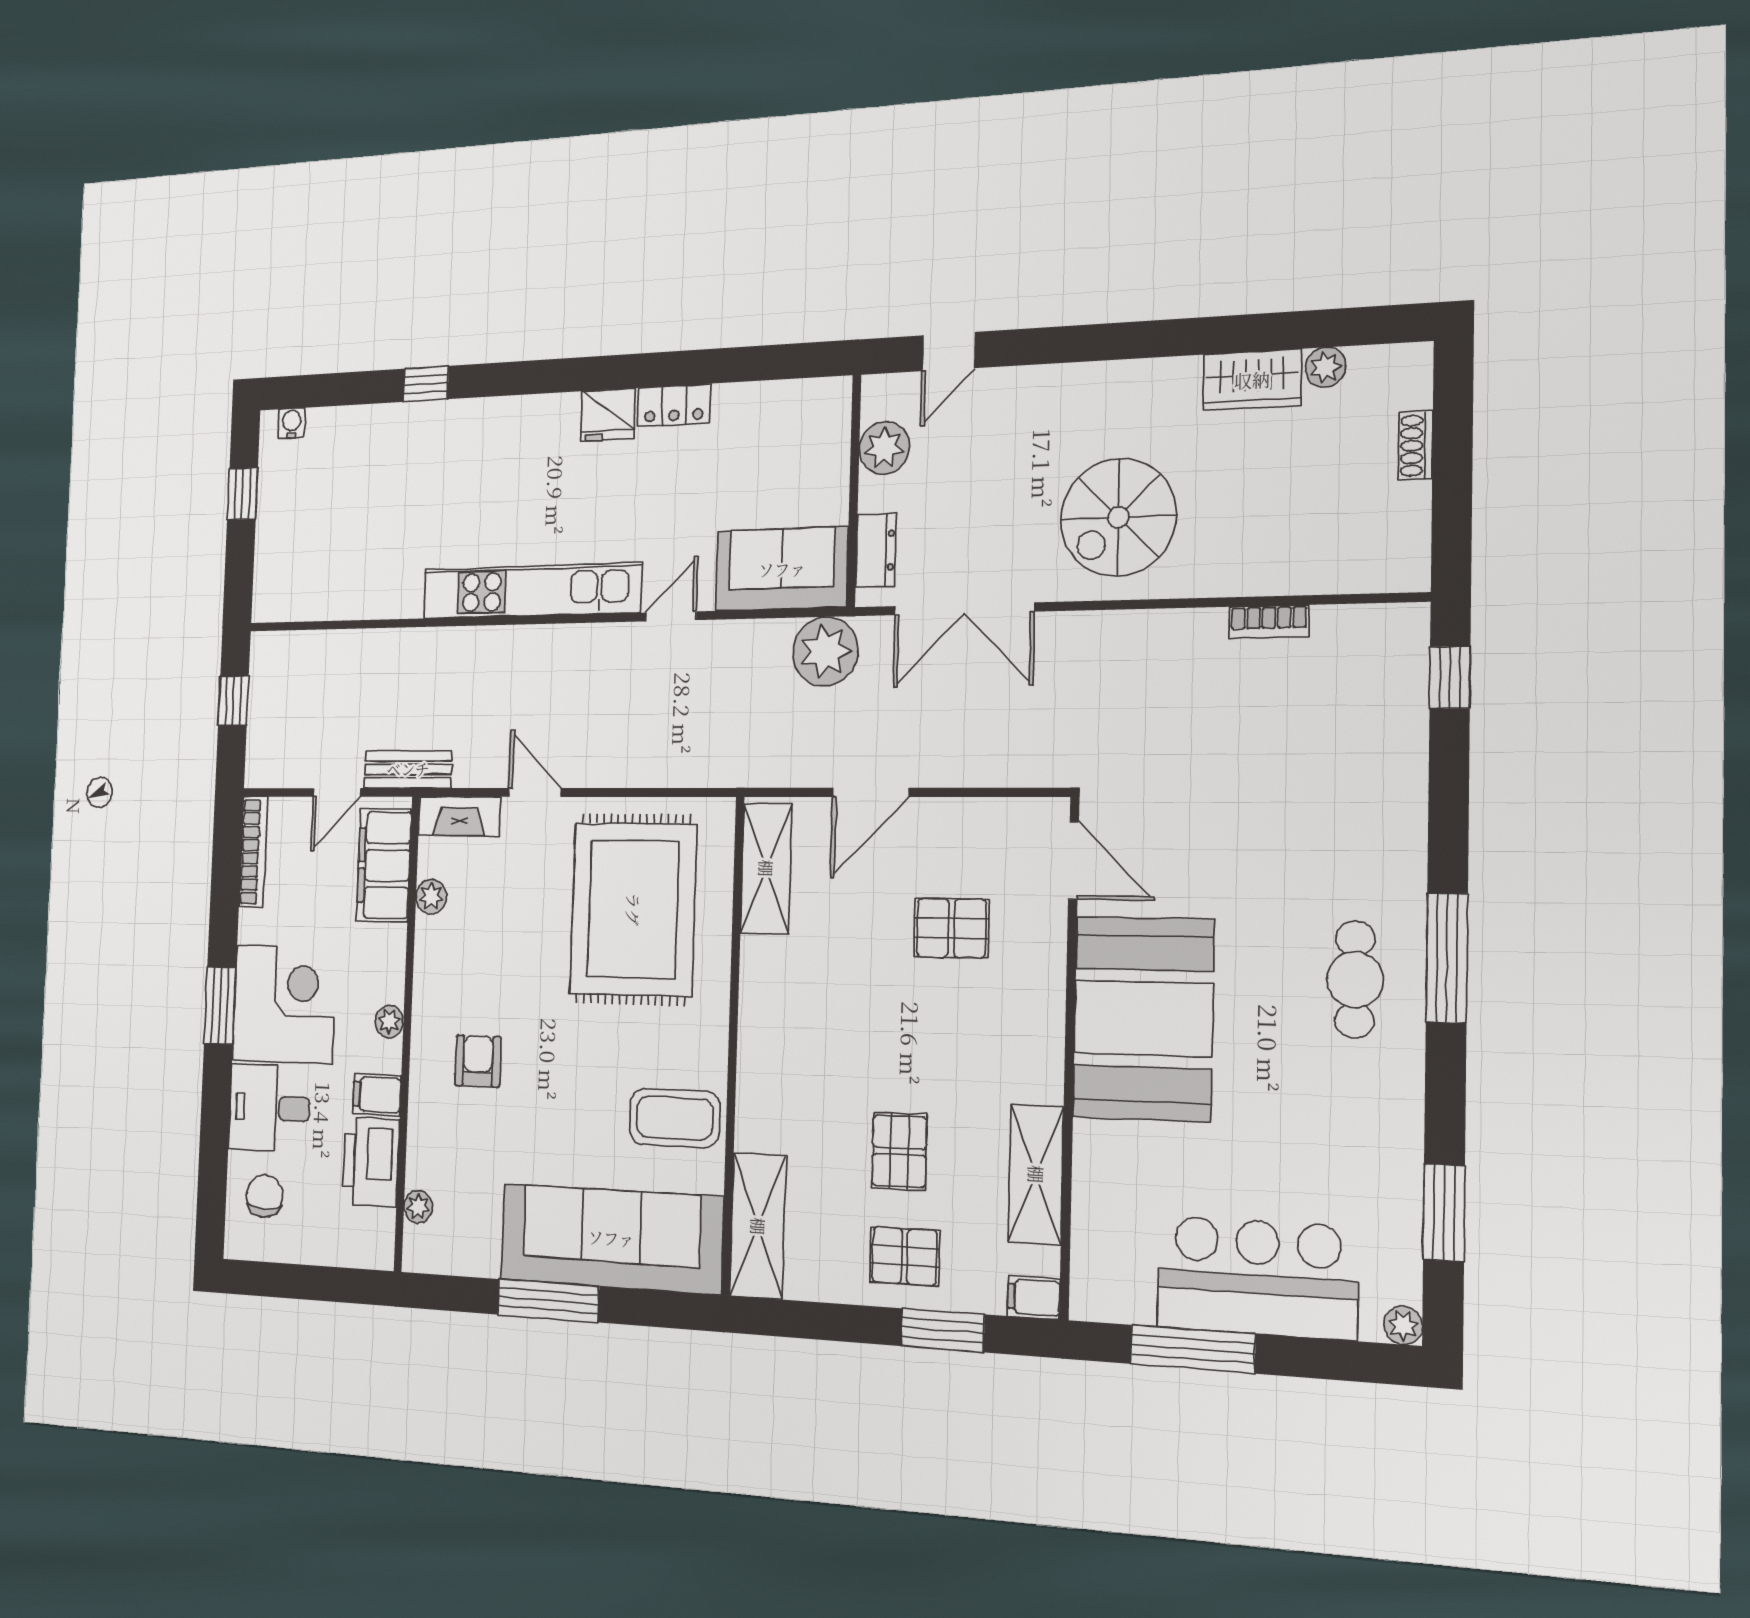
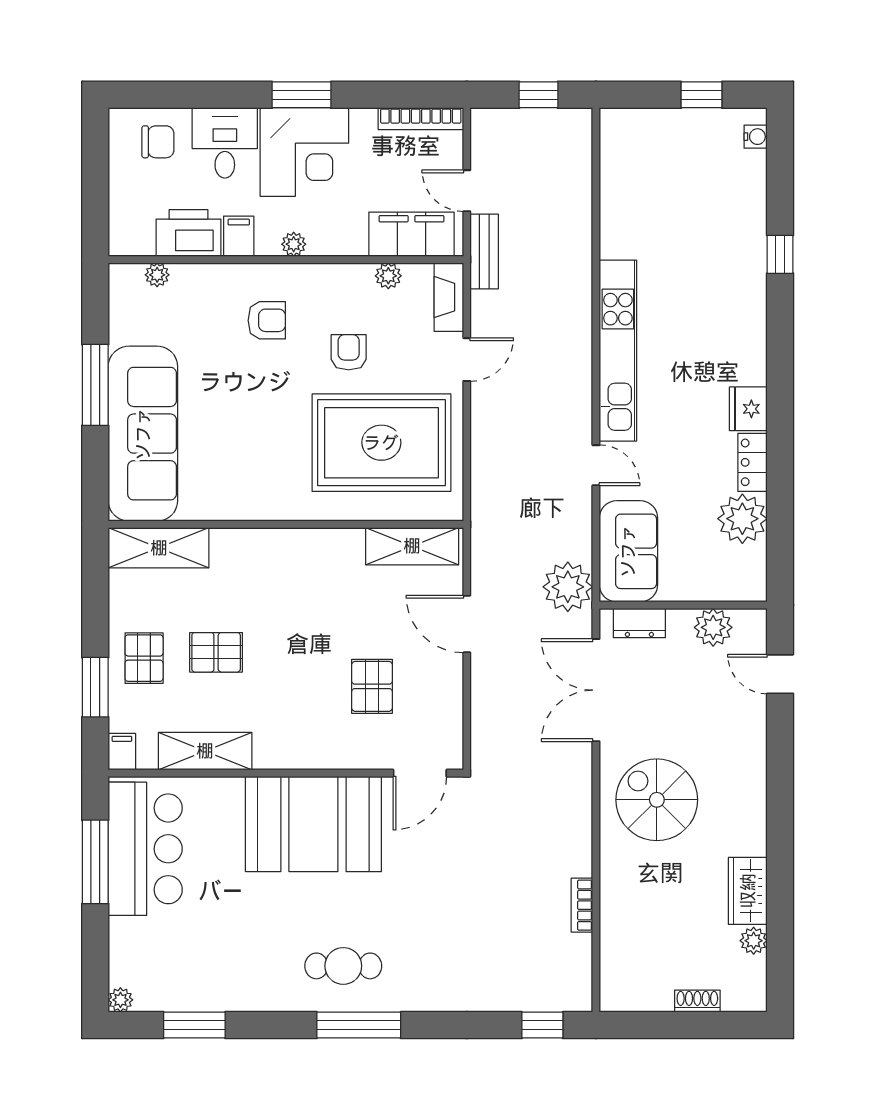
plant: (744, 415) -> (742, 519), added
armchair: (520, 952) -> (349, 352), added
coffee table: (675, 1118) -> (232, 481), removed
bar counter: (1257, 1277) -> (145, 849), moved

